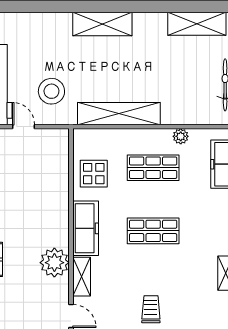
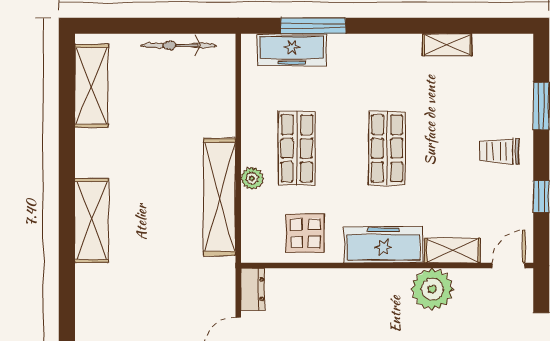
stool: (51, 91) -> (188, 293), removed
plant: (181, 136) -> (252, 178), moved
dresser: (54, 137) -> (253, 289), added

